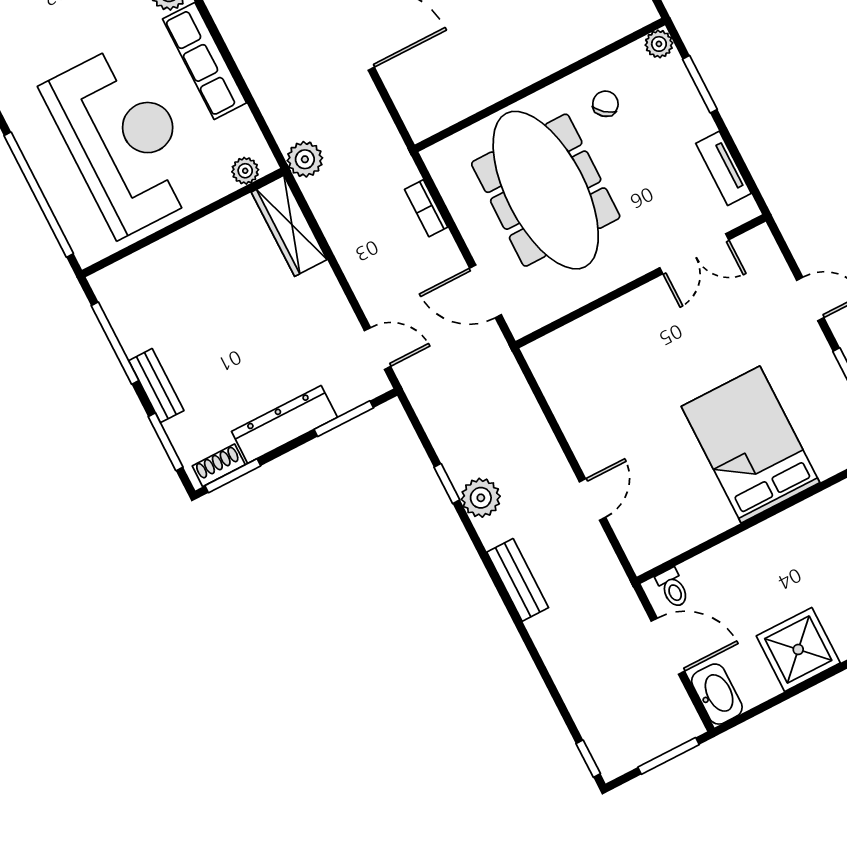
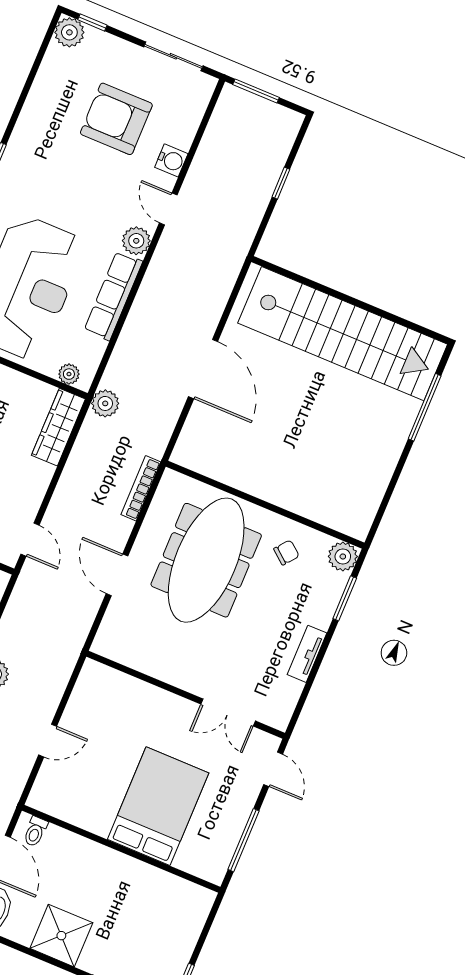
plant: (659, 44) -> (343, 556), width x1.38, depth x1.38
bookcase: (426, 208) -> (141, 488), width x1.56
double door: (694, 254) -> (228, 713), moved
wall: (641, 281) -> (186, 695), moved

